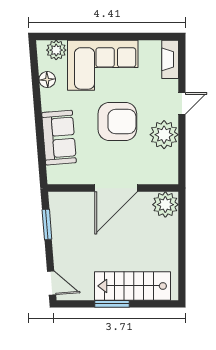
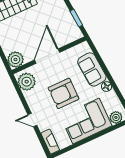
floor lamp: (47, 80) -> (107, 87), moved
door: (182, 103) -> (32, 120), hinge flipped
plant: (164, 135) -> (27, 82), moved

